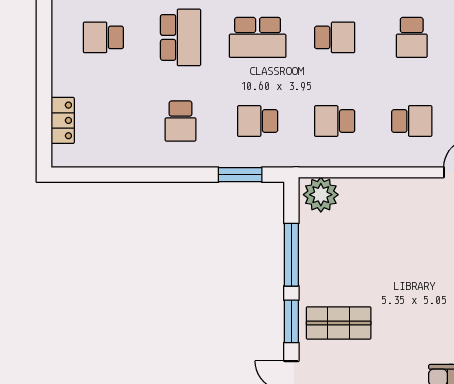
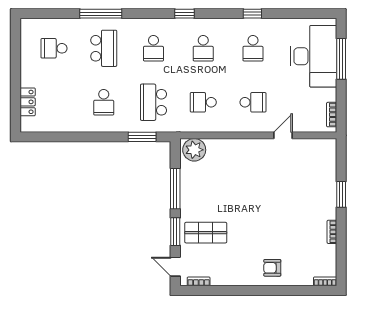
school desk: (258, 37) -> (153, 48), width x0.54
school desk: (335, 37) -> (203, 48), turned 90
school desk: (258, 121) -> (153, 102), width x1.85

